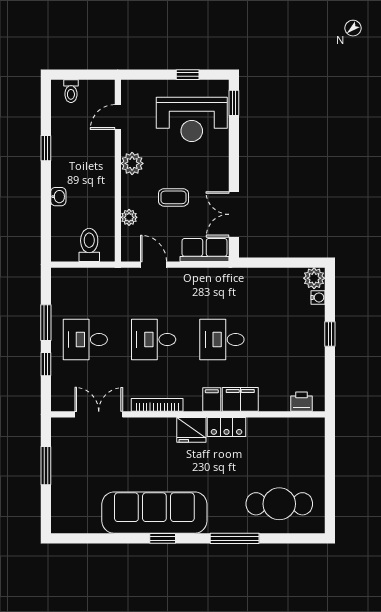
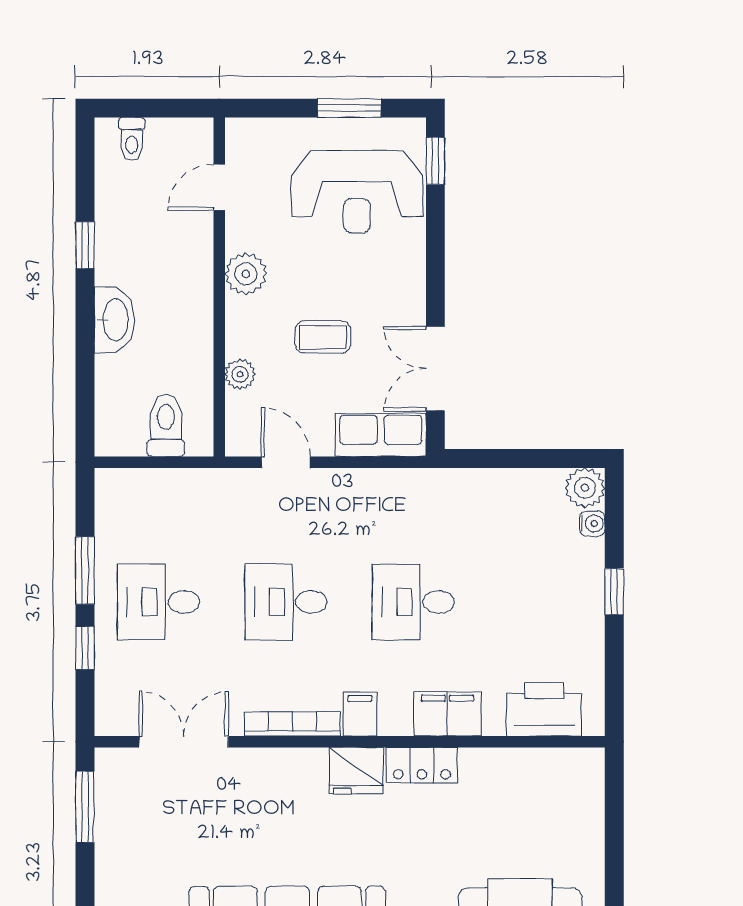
window: (188, 75) -> (349, 108), width x1.50
washbasin: (58, 197) -> (114, 320), width x1.91, depth x1.45
filing cabinet: (212, 400) -> (360, 714), moved
printer: (302, 402) -> (544, 709), width x1.87, depth x1.48
window: (46, 466) -> (85, 807), moved

